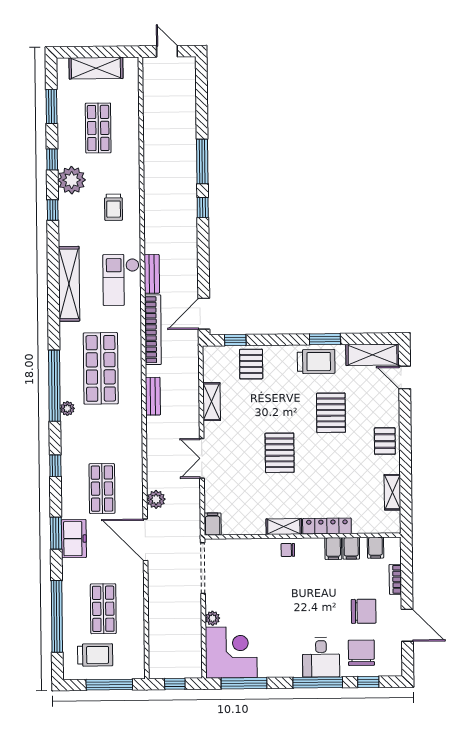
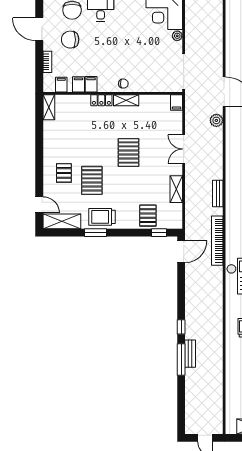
bench: (152, 274) -> (190, 354), moved
pallet: (385, 441) -> (64, 173), moved
double door: (202, 458) -> (184, 149), swing flipped
shelving: (392, 492) -> (49, 107), moved
locker: (327, 526) -> (101, 100), width x0.66

